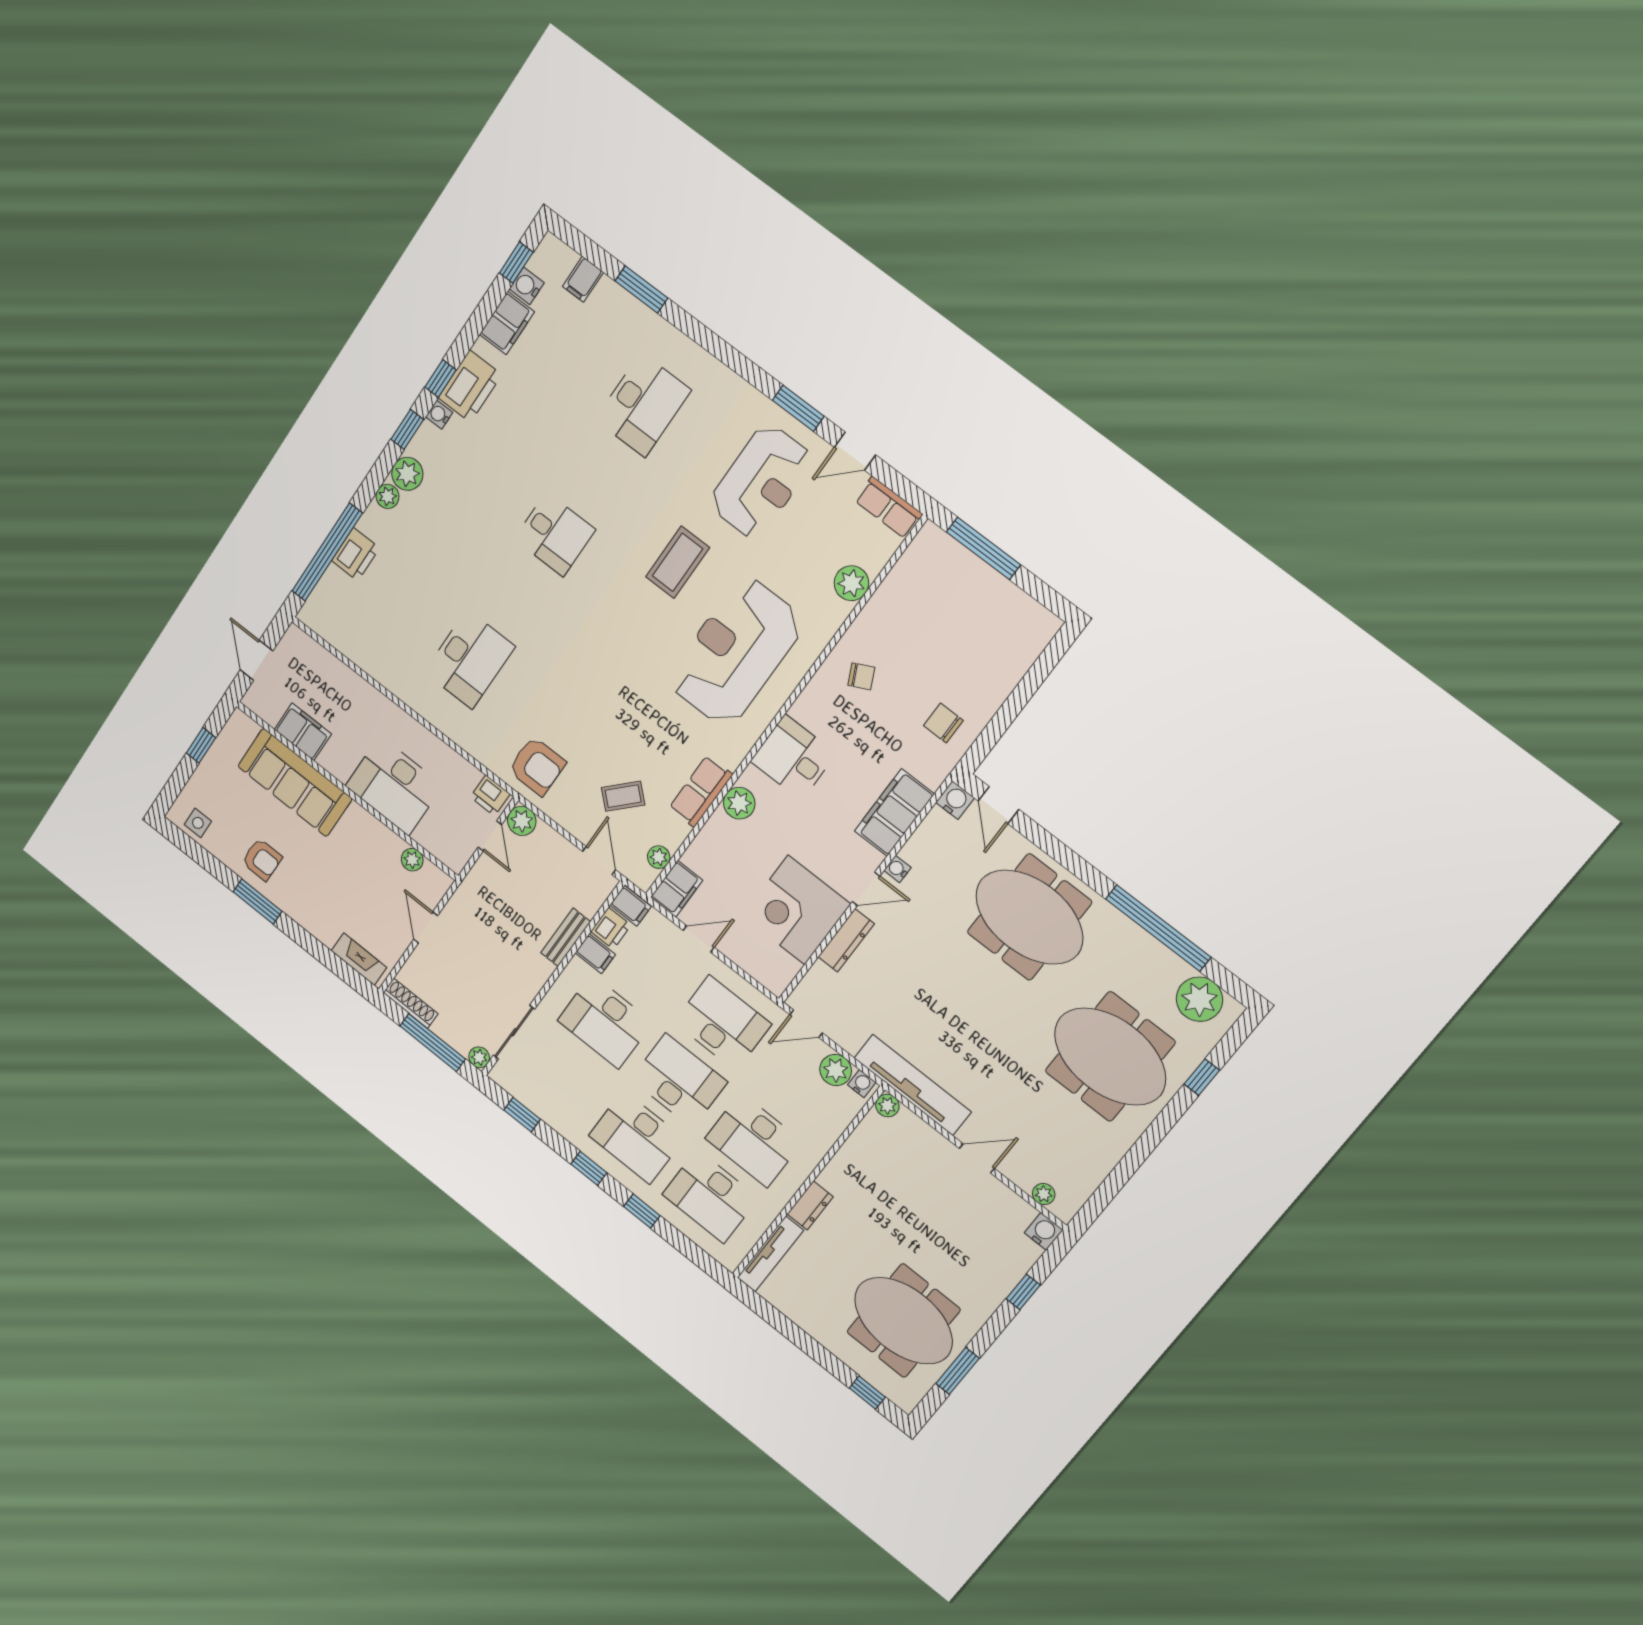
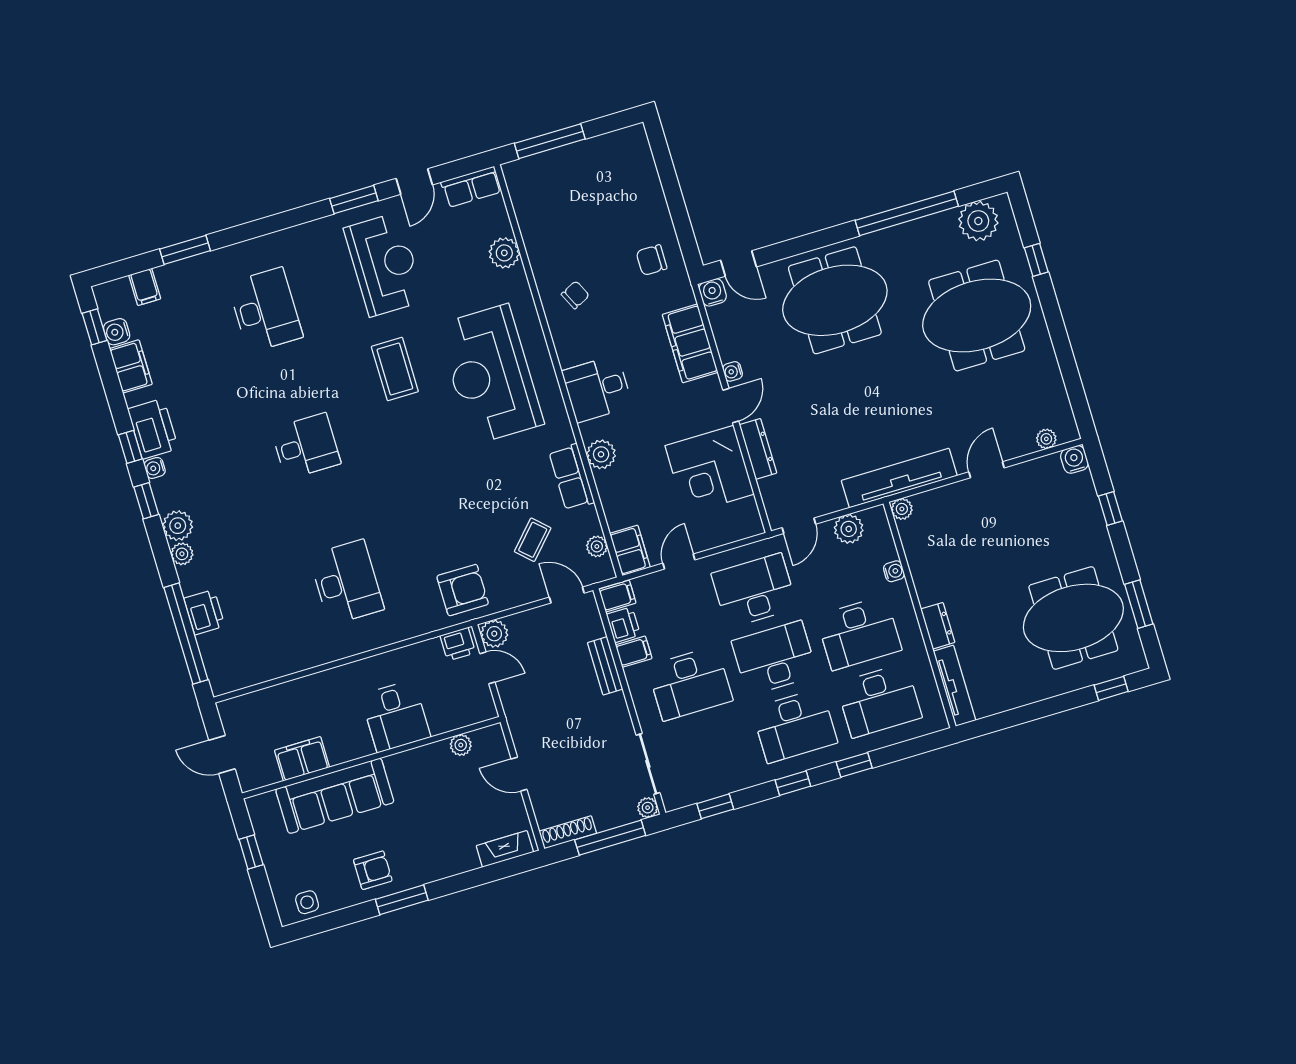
desk: (394, 786) -> (395, 716), width x0.73
water cooler: (862, 1084) -> (894, 571), moved, turned 90

